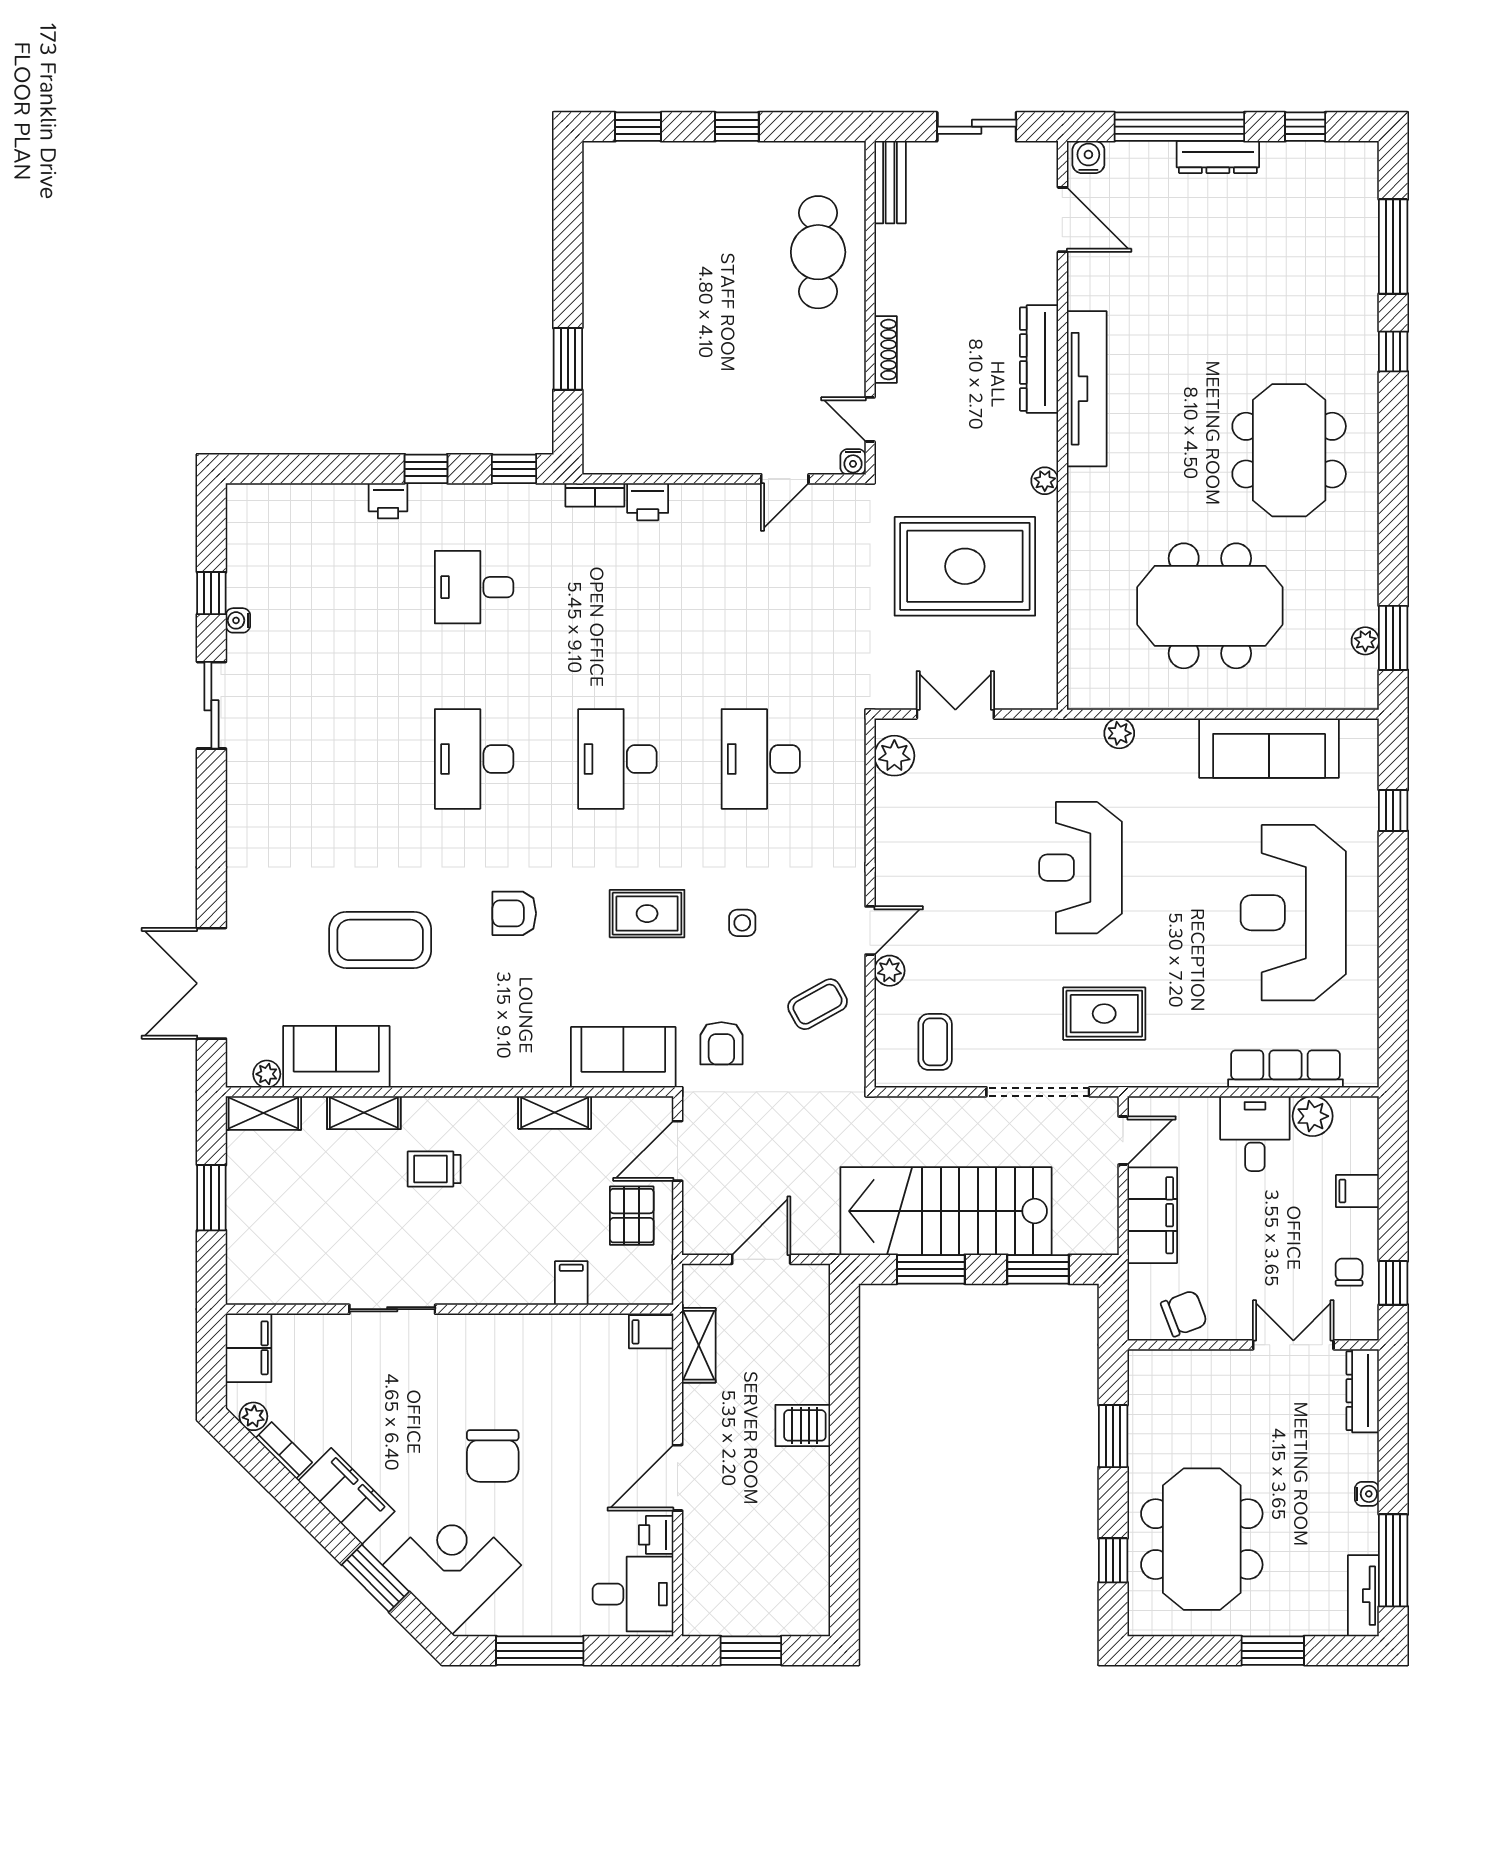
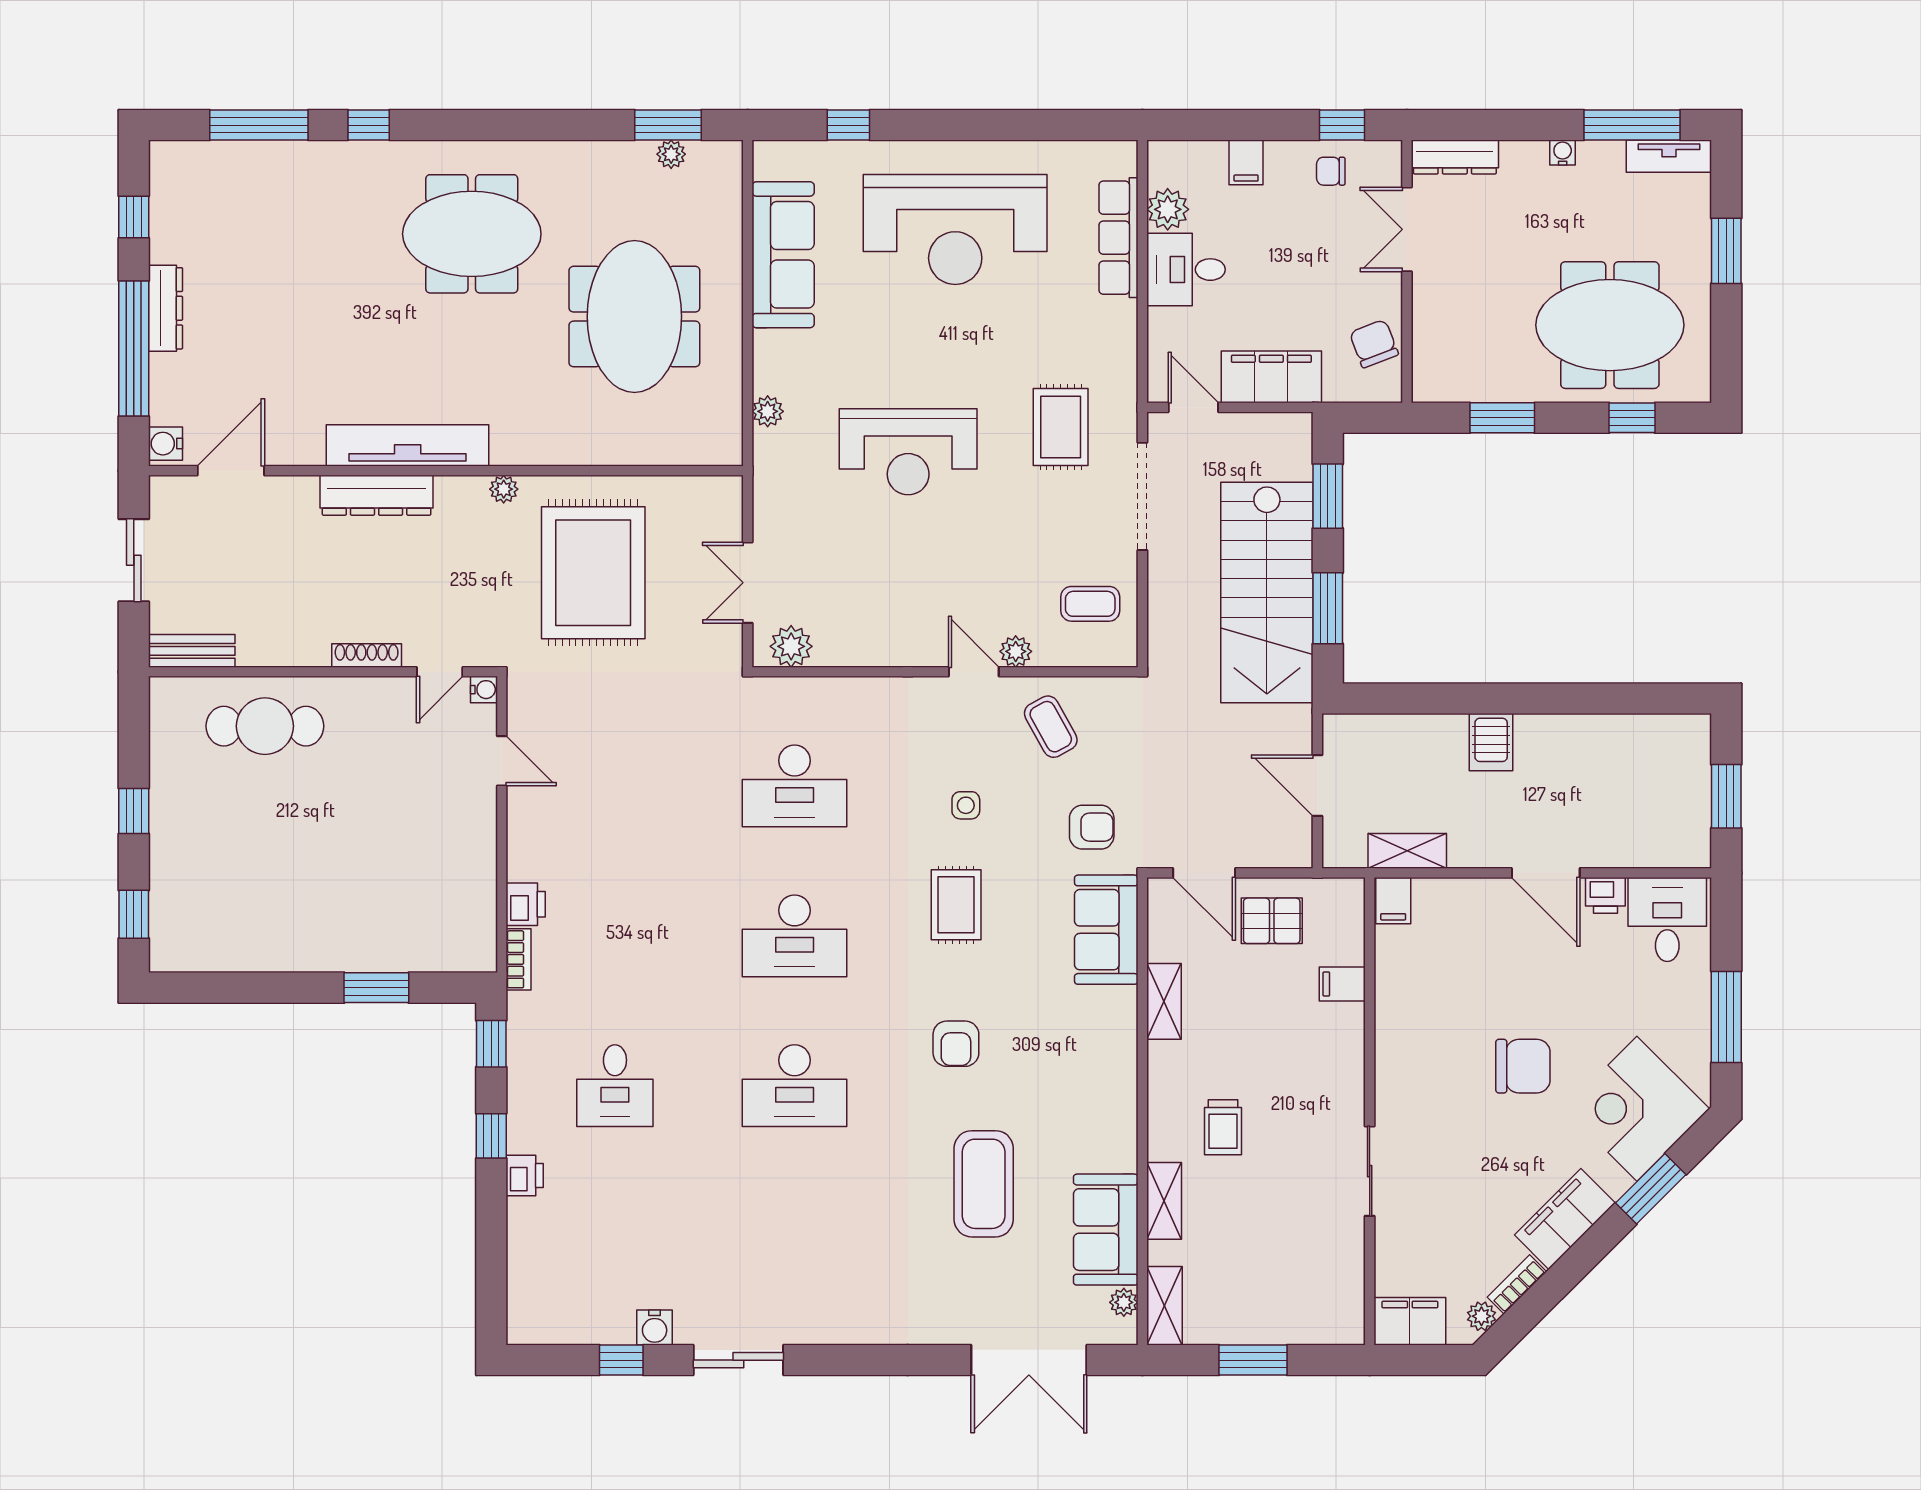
water cooler: (238, 620) -> (655, 1328), width x1.38, depth x1.38

